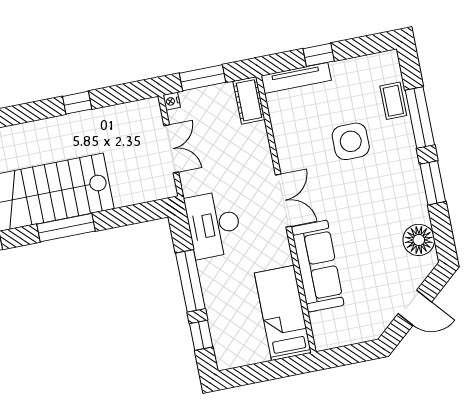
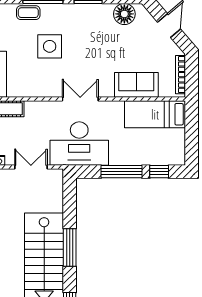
desk: (214, 225) -> (79, 144), width x1.36, depth x1.30
sofa: (318, 266) -> (136, 85), width x0.73
bookcase: (347, 338) -> (181, 75), added

